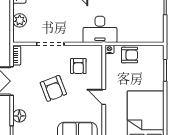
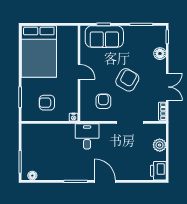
desk: (100, 29) -> (87, 136), width x0.73
armchair: (130, 55) -> (47, 103), moved
armchair: (53, 88) -> (127, 80), turned 51

